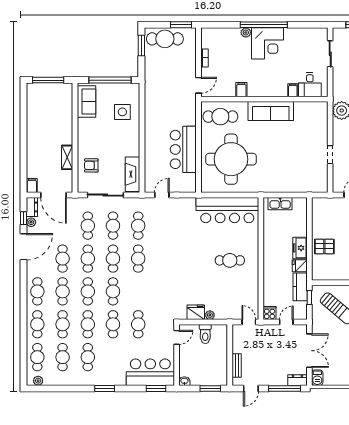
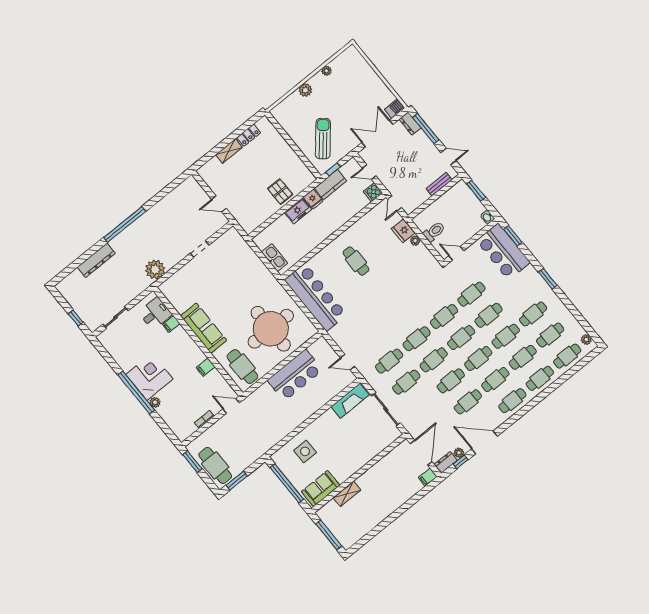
shelving: (67, 157) -> (347, 494), moved
armchair: (91, 165) -> (371, 441), removed
cafe table: (88, 226) -> (444, 316), moved
fridge: (196, 312) -> (403, 231), moved

